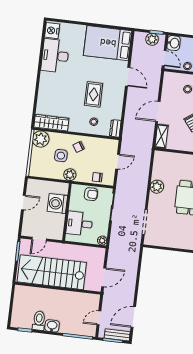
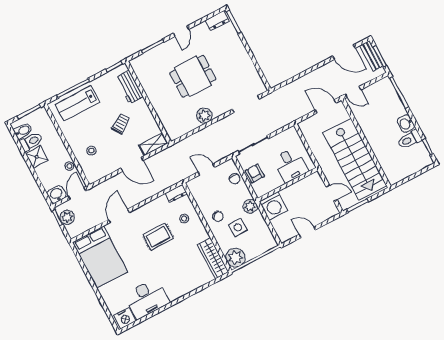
washing machine: (57, 203) -> (273, 206), moved
plant: (102, 241) -> (292, 132), removed
door: (99, 318) -> (353, 92), moved

